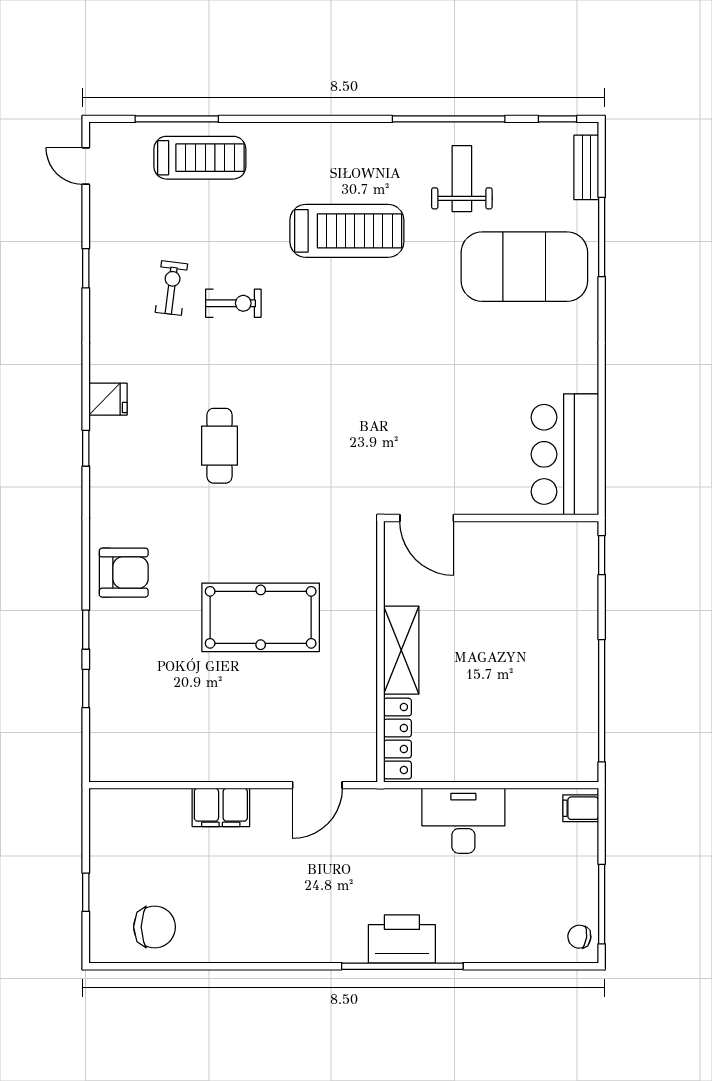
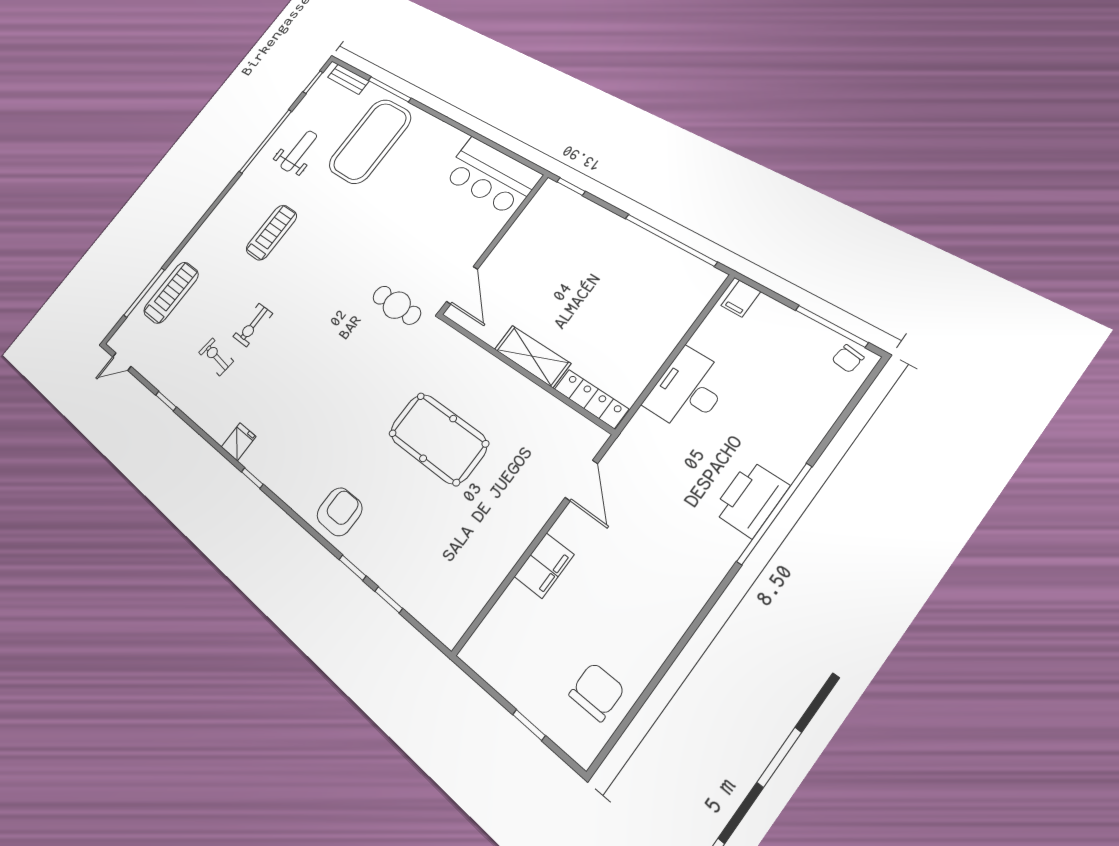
weight bench: (462, 179) -> (299, 151), turned 90
treadmill: (347, 231) -> (271, 232), width x0.73, depth x0.73
exercise bike: (233, 303) -> (253, 325), turned 180
cafe table: (220, 446) -> (397, 305), moved
door: (427, 518) -> (462, 285), hinge flipped
pool table: (261, 617) -> (438, 438), turned 90

